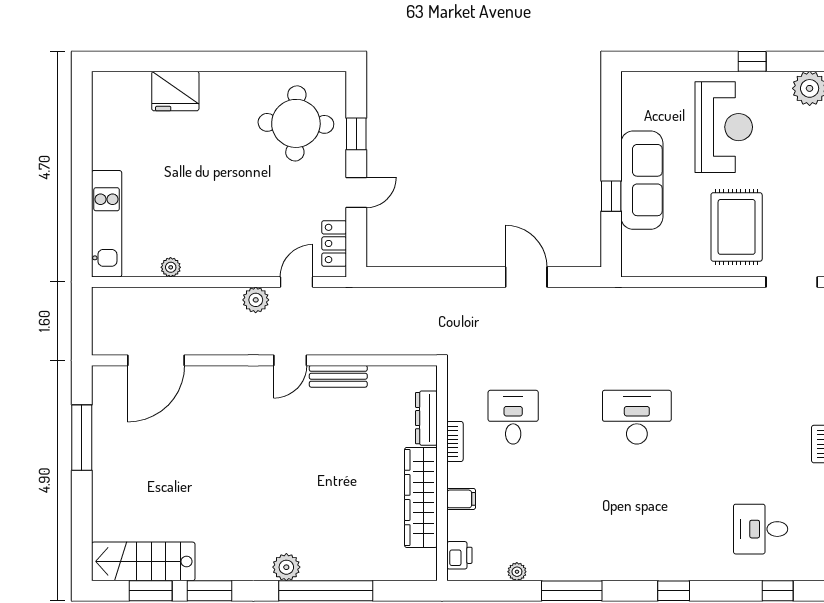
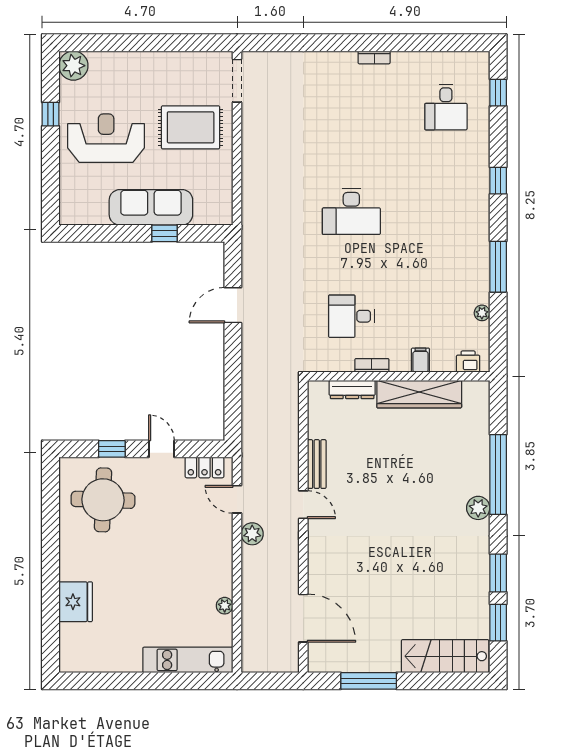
desk: (637, 417) -> (351, 212), turned -90
stairs: (143, 561) -> (445, 656), moved, turned 90

